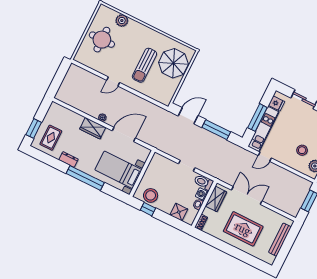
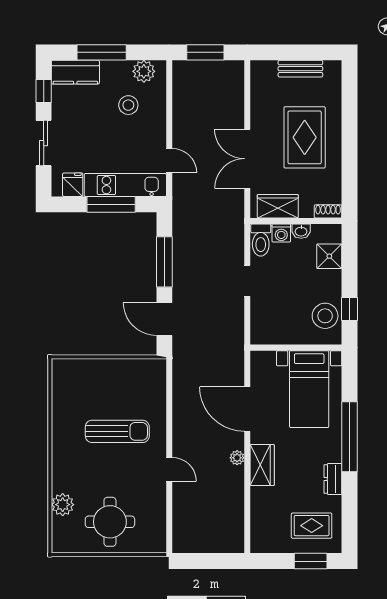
parasol: (173, 63) -> (91, 386), removed
bench: (280, 240) -> (300, 69), width x0.73

